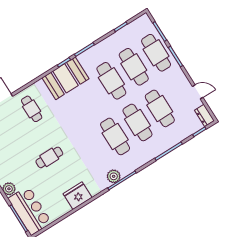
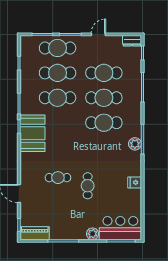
door: (198, 92) -> (98, 34), moved
cafe table: (32, 109) -> (58, 178), moved
fridge: (78, 196) -> (135, 182), width x0.53, depth x0.75

